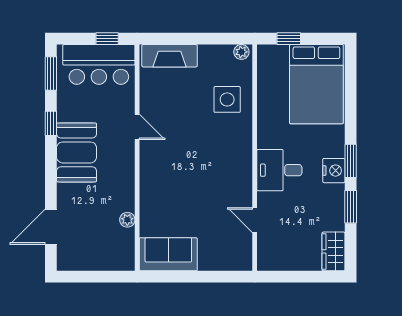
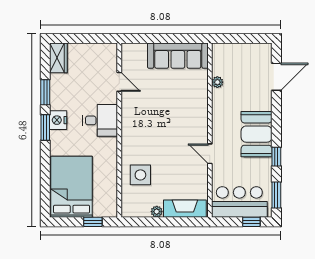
window: (107, 39) -> (251, 222), moved
plant: (241, 52) -> (157, 212), moved
sofa: (168, 254) -> (178, 56), width x1.36

